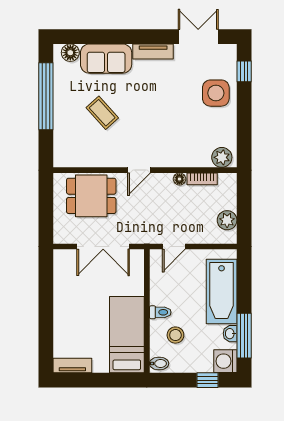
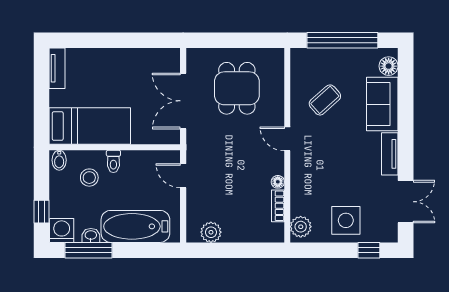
plant: (222, 157) -> (301, 227), moved
door: (139, 170) -> (287, 139), moved
wall: (145, 170) -> (287, 145), moved
floor lamp: (179, 179) -> (278, 182), moved
bookcase: (202, 179) -> (278, 206), moved

